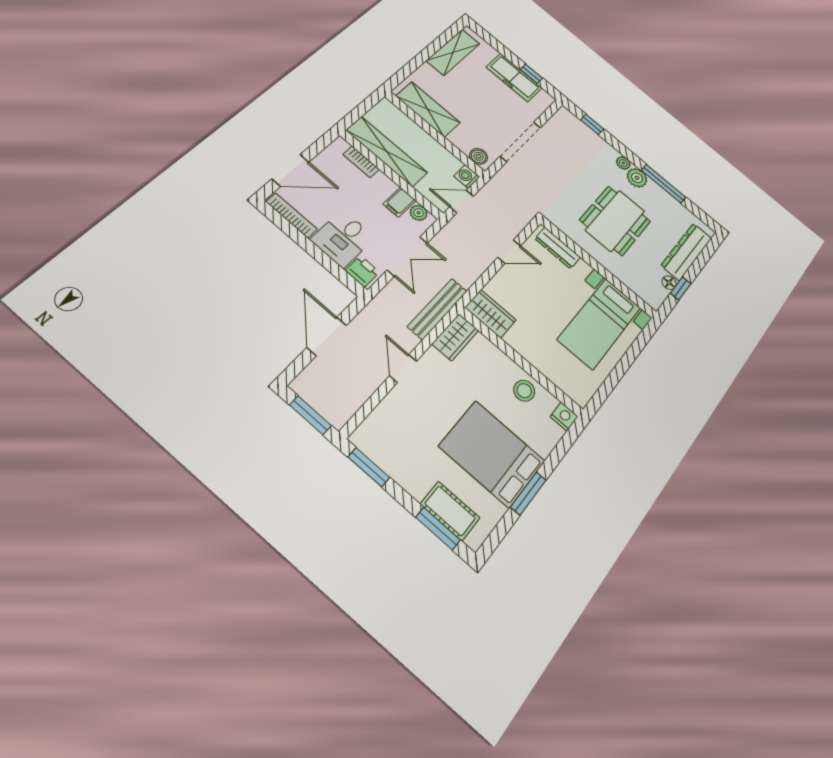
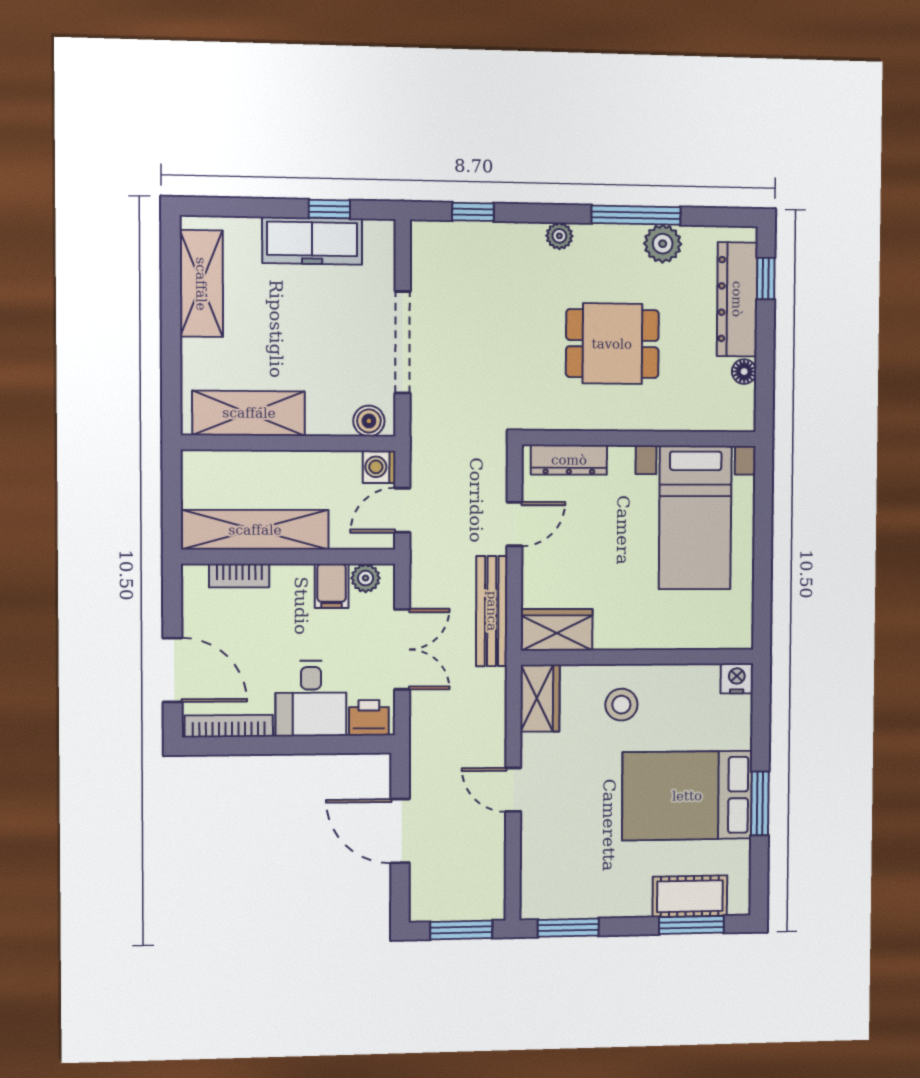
door: (290, 170) -> (172, 670), hinge flipped
plant: (637, 178) -> (663, 244), moved
dining table: (615, 221) -> (612, 344), width x0.73
window: (681, 288) -> (766, 279), moved
bench: (437, 309) -> (492, 611), moved
stool: (524, 391) -> (621, 705), moved

